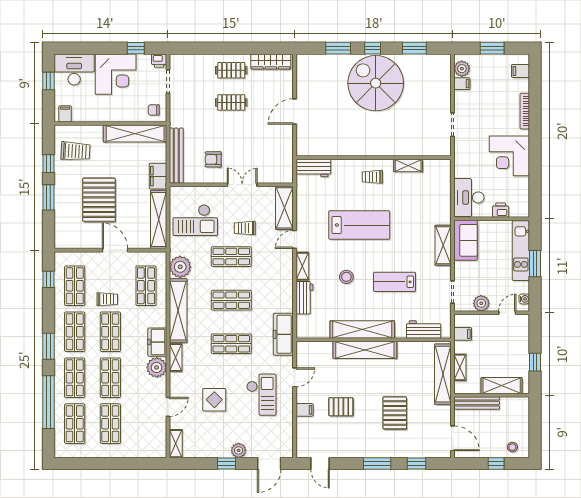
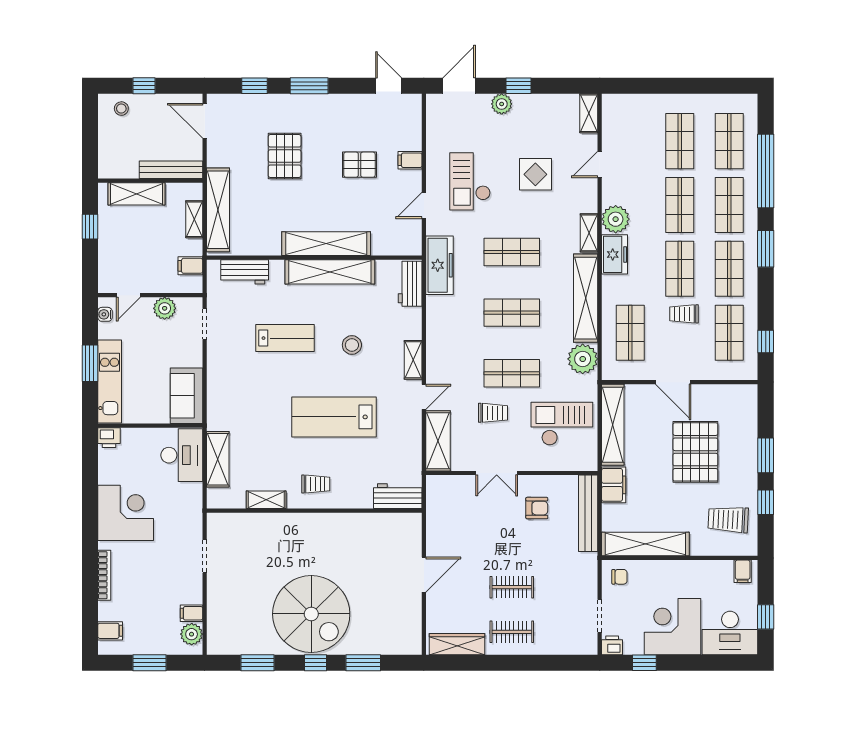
printer: (501, 210) -> (109, 438), moved
shelving: (443, 245) -> (218, 459), moved
workbench: (304, 298) -> (410, 284), moved

